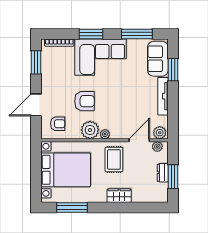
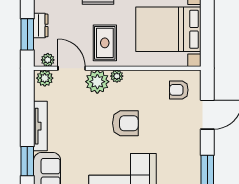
armchair: (84, 101) -> (125, 123), moved, turned 180
plant: (90, 130) -> (97, 82), moved
door: (139, 140) -> (72, 68), swing flipped
window: (173, 177) -> (27, 34), moved

